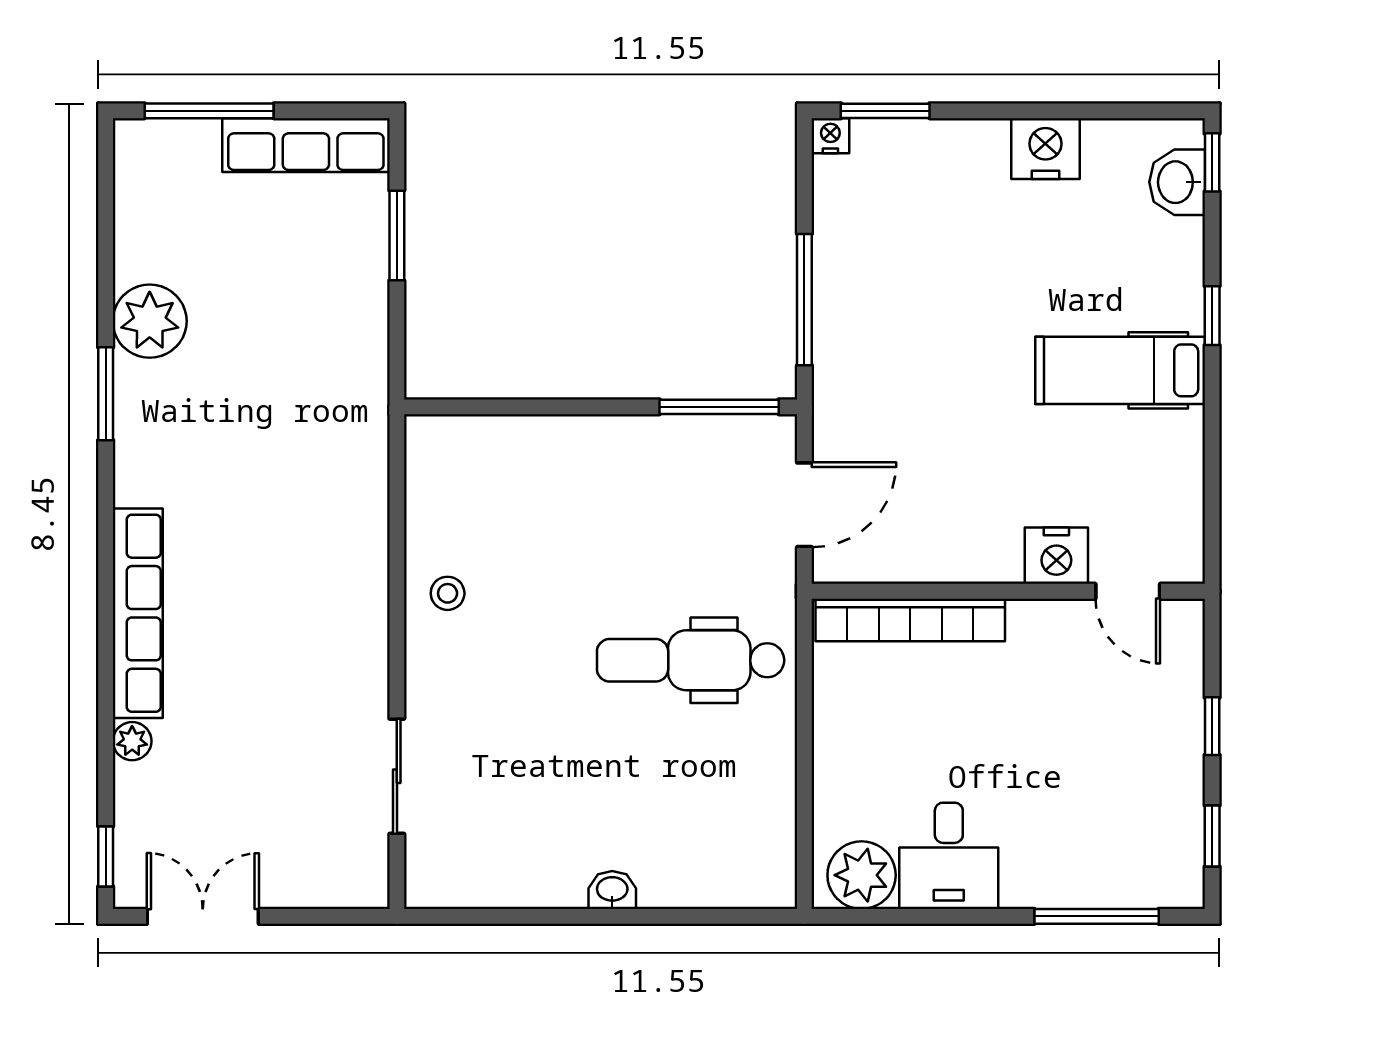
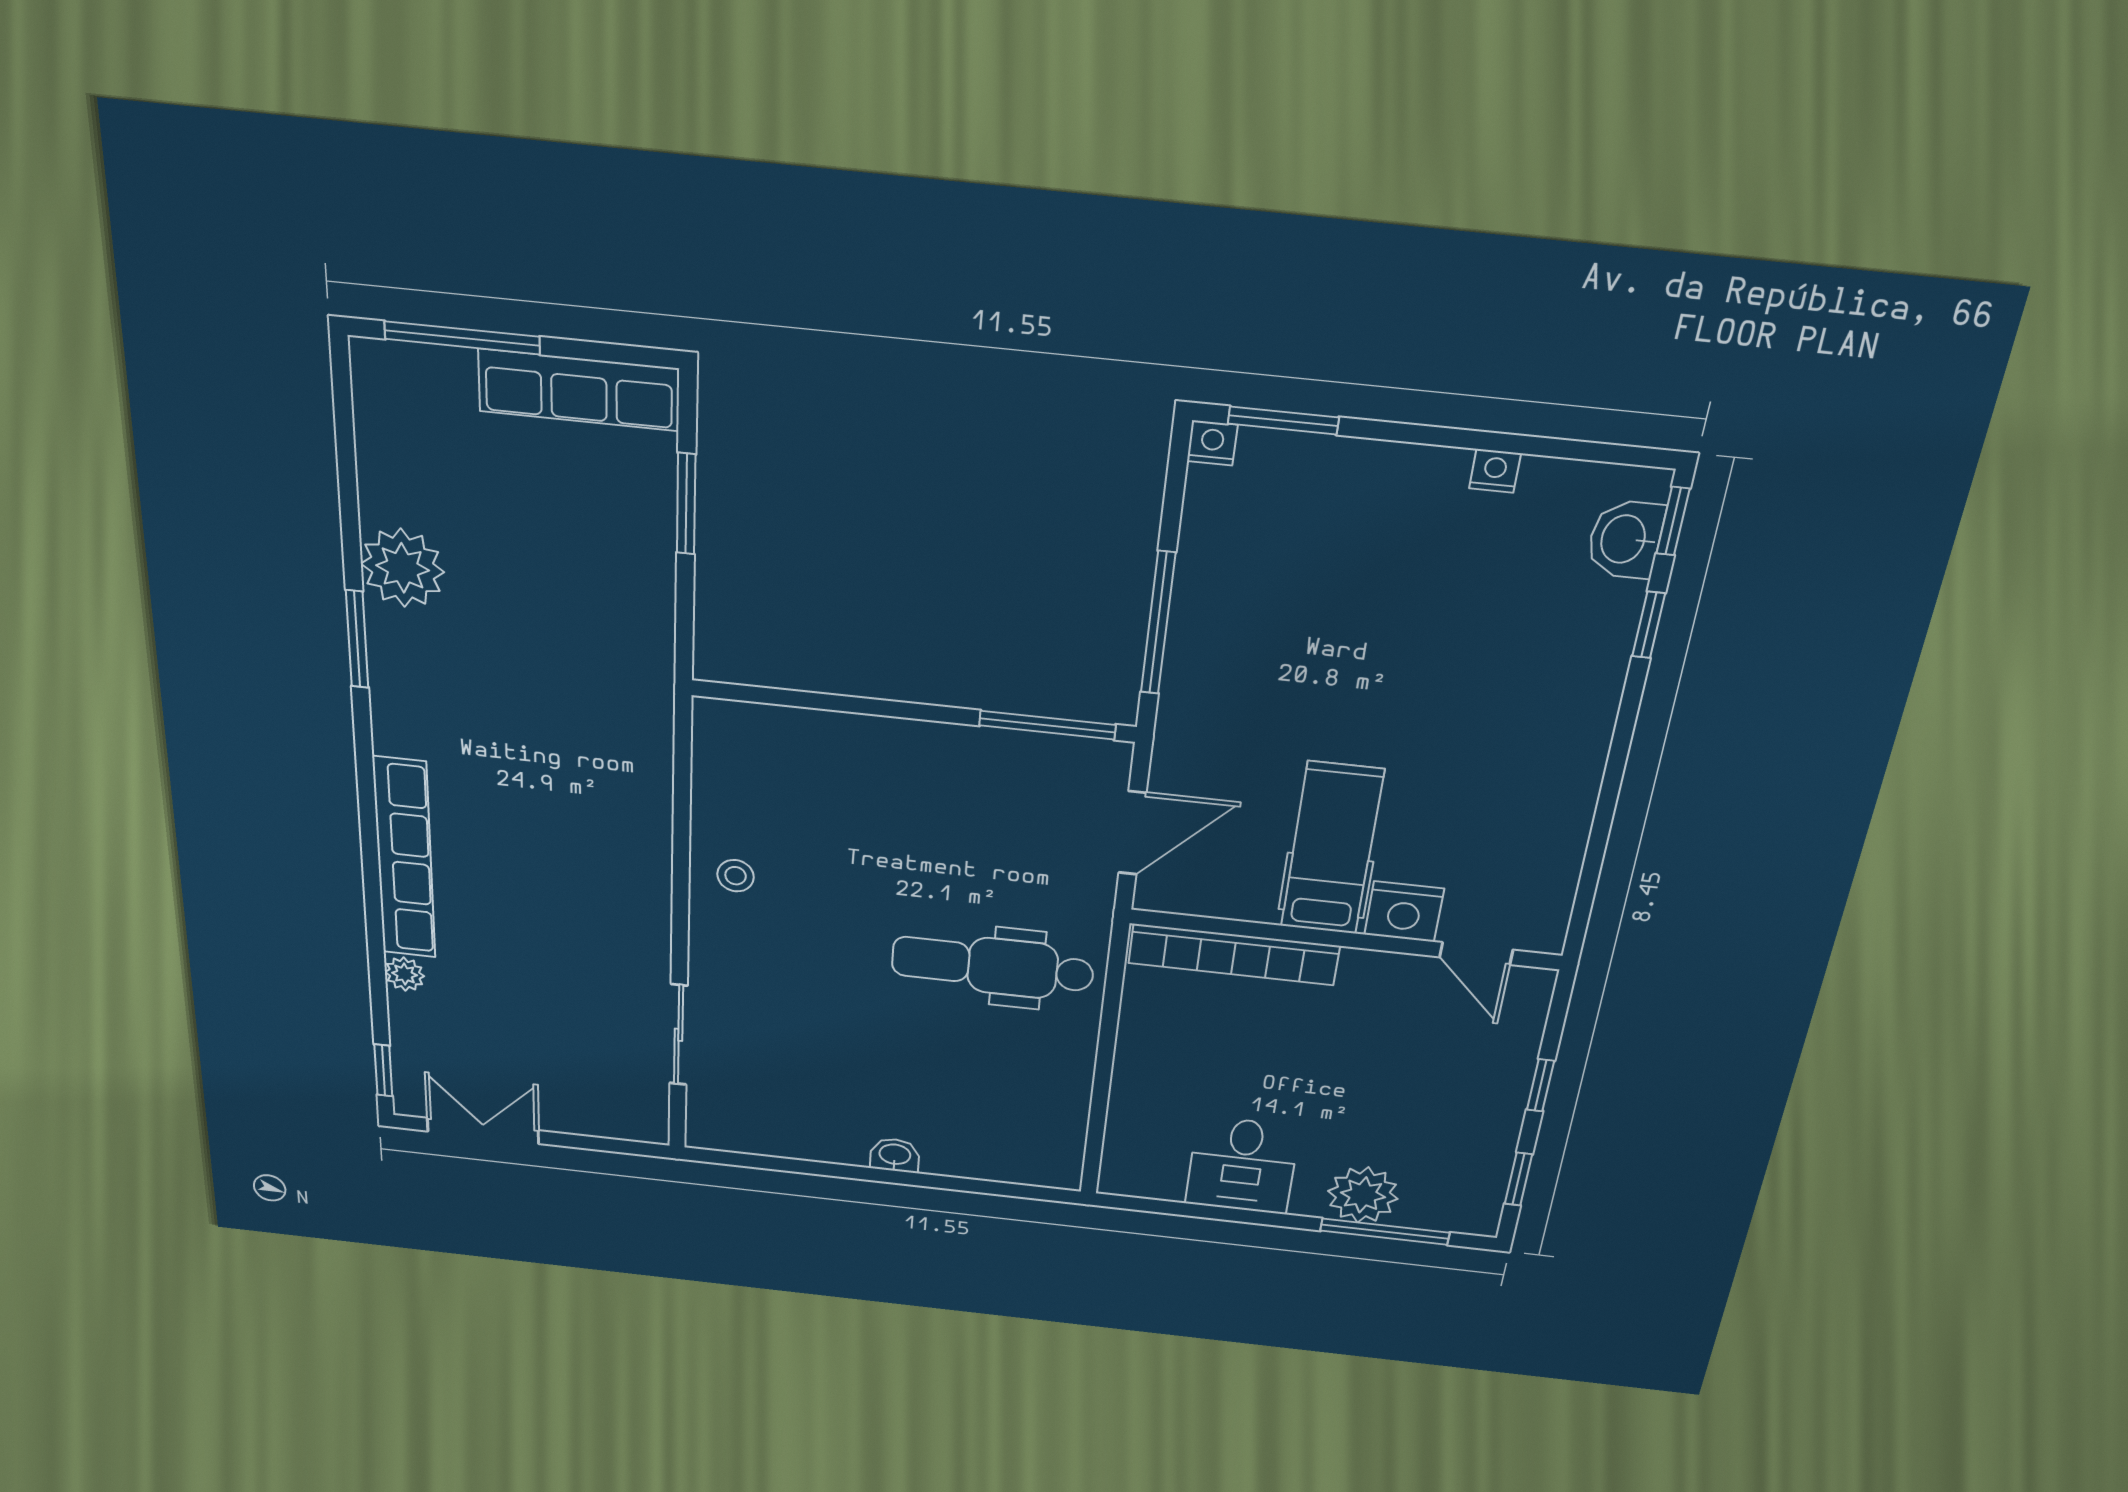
nightstand: (1045, 149) -> (1495, 471), width x0.53, depth x0.56
window: (1212, 316) -> (1649, 625), moved
hospital bed: (1120, 370) -> (1332, 849), moved, turned 90
plant: (862, 875) -> (1363, 1195), moved

